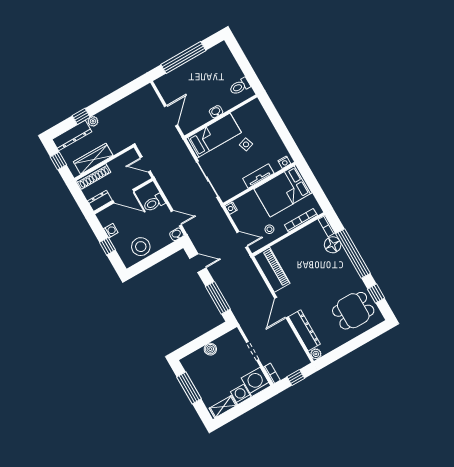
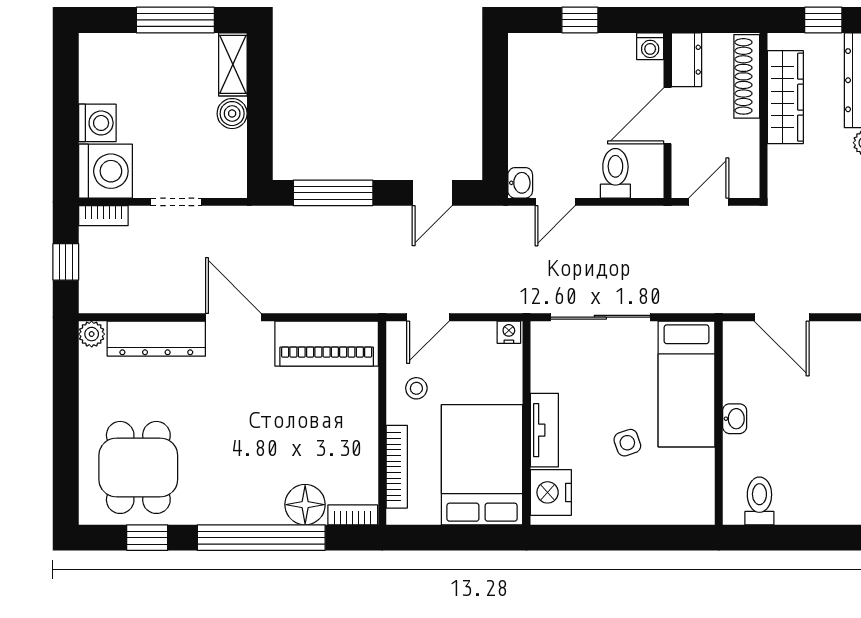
nightstand: (284, 162) -> (551, 492), width x1.89, depth x1.79
washing machine: (111, 231) -> (650, 46), moved
stool: (141, 247) -> (538, 91), removed
shelving: (223, 407) -> (233, 64), moved

